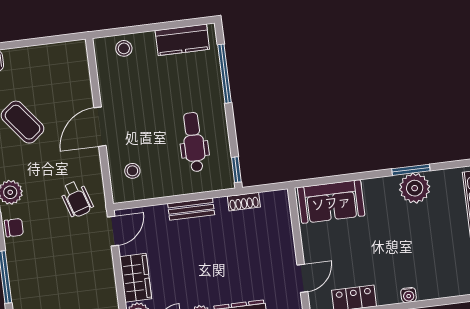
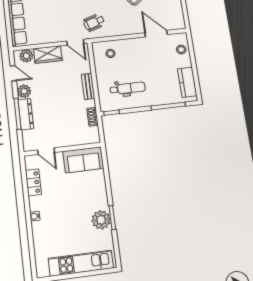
door: (100, 127) -> (156, 34), moved
sofa: (331, 202) -> (83, 160), moved, turned -90

